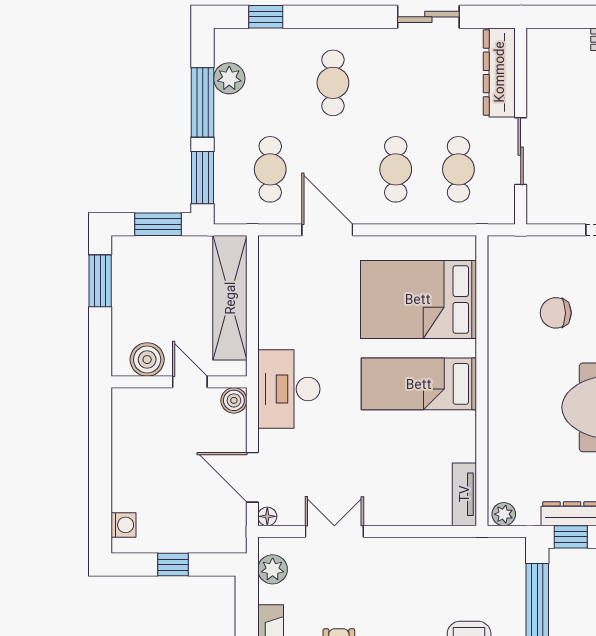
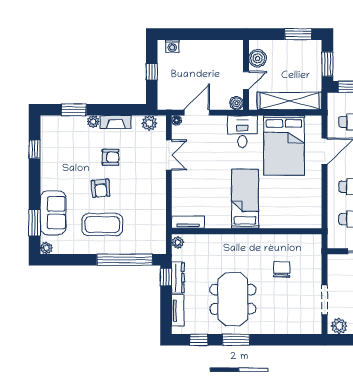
bed: (418, 299) -> (284, 145), moved, turned 180
desk: (289, 389) -> (242, 132), width x0.73

